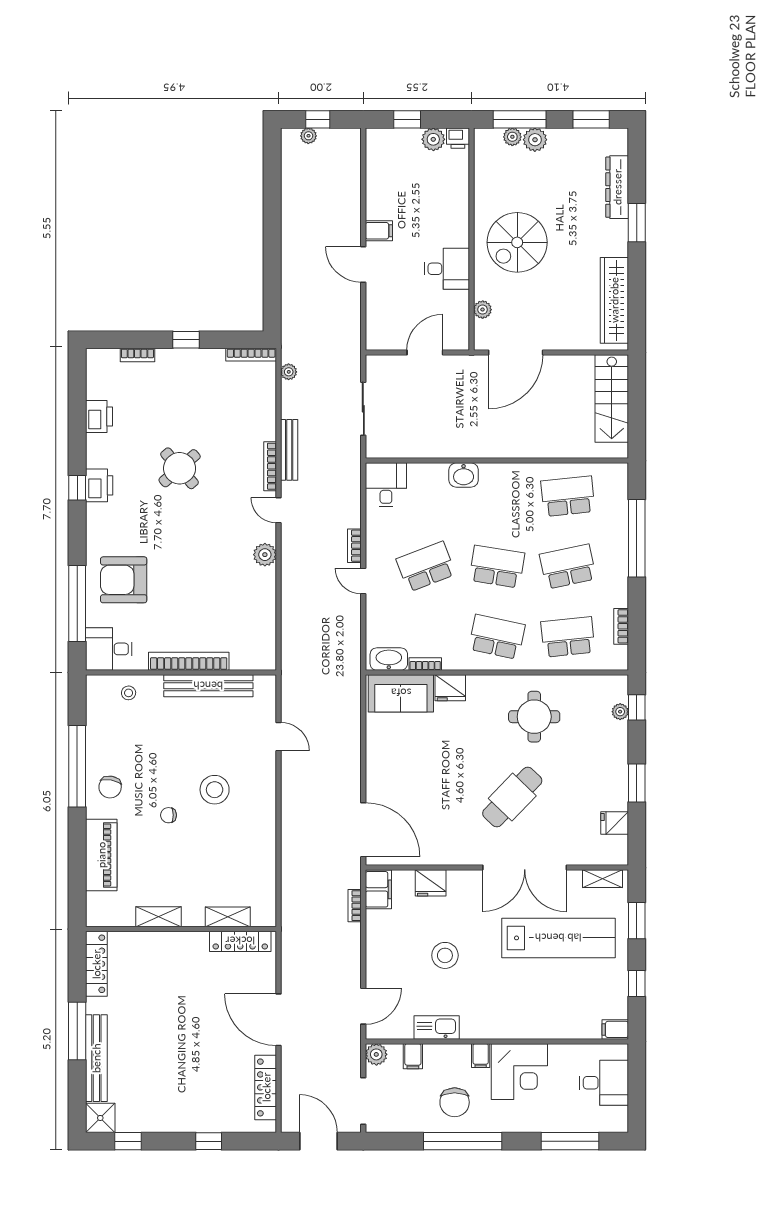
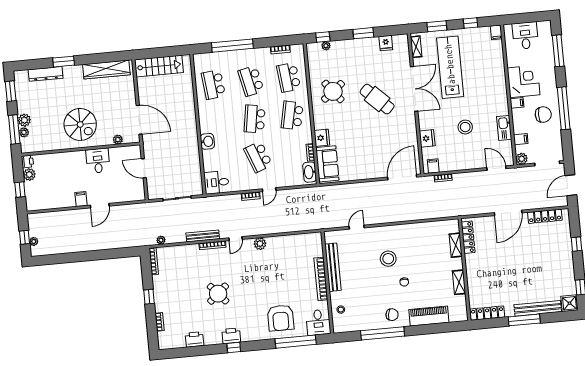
round table: (534, 717) -> (333, 91), turned -38
filing cabinet: (378, 889) -> (433, 166), width x0.50

